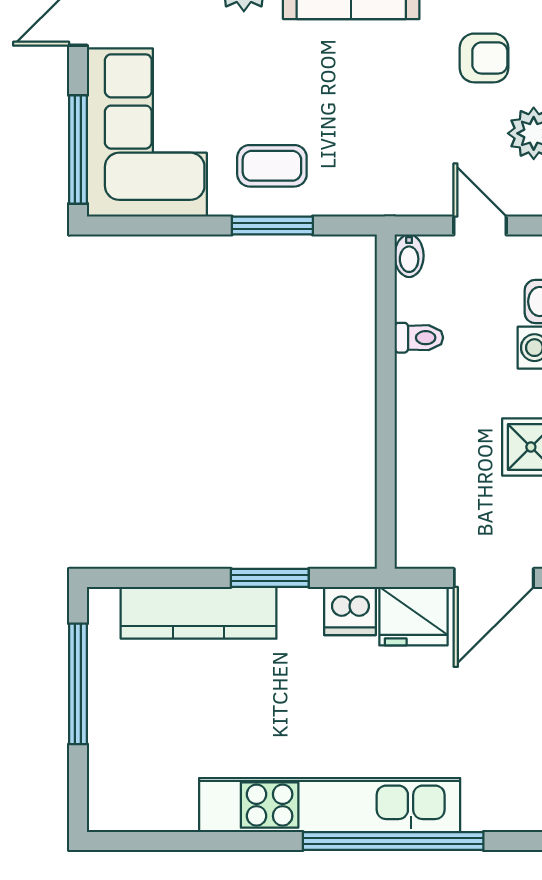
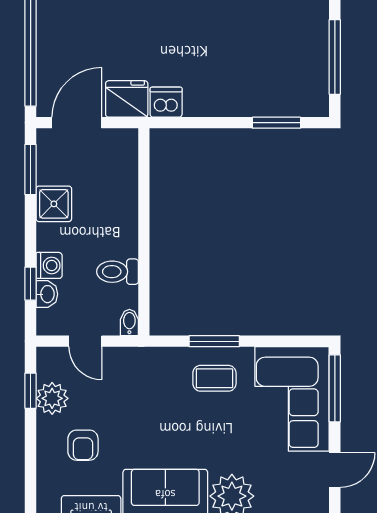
armchair: (484, 58) -> (83, 445), turned -90
toilet: (419, 338) -> (118, 272), width x1.37, depth x1.39
window: (270, 578) -> (276, 123), moved
kitchen counter: (199, 613) -> (260, 101), removed

